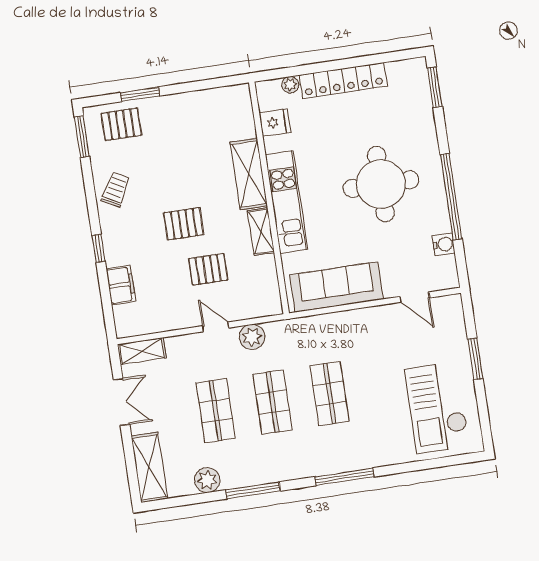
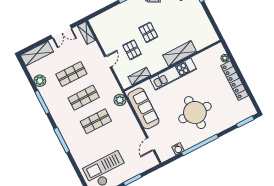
fridge: (275, 123) -> (206, 57), removed
shelving: (261, 232) -> (139, 76), moved
filing cabinet: (121, 285) -> (112, 14), removed
plant: (252, 337) -> (120, 100), moved

